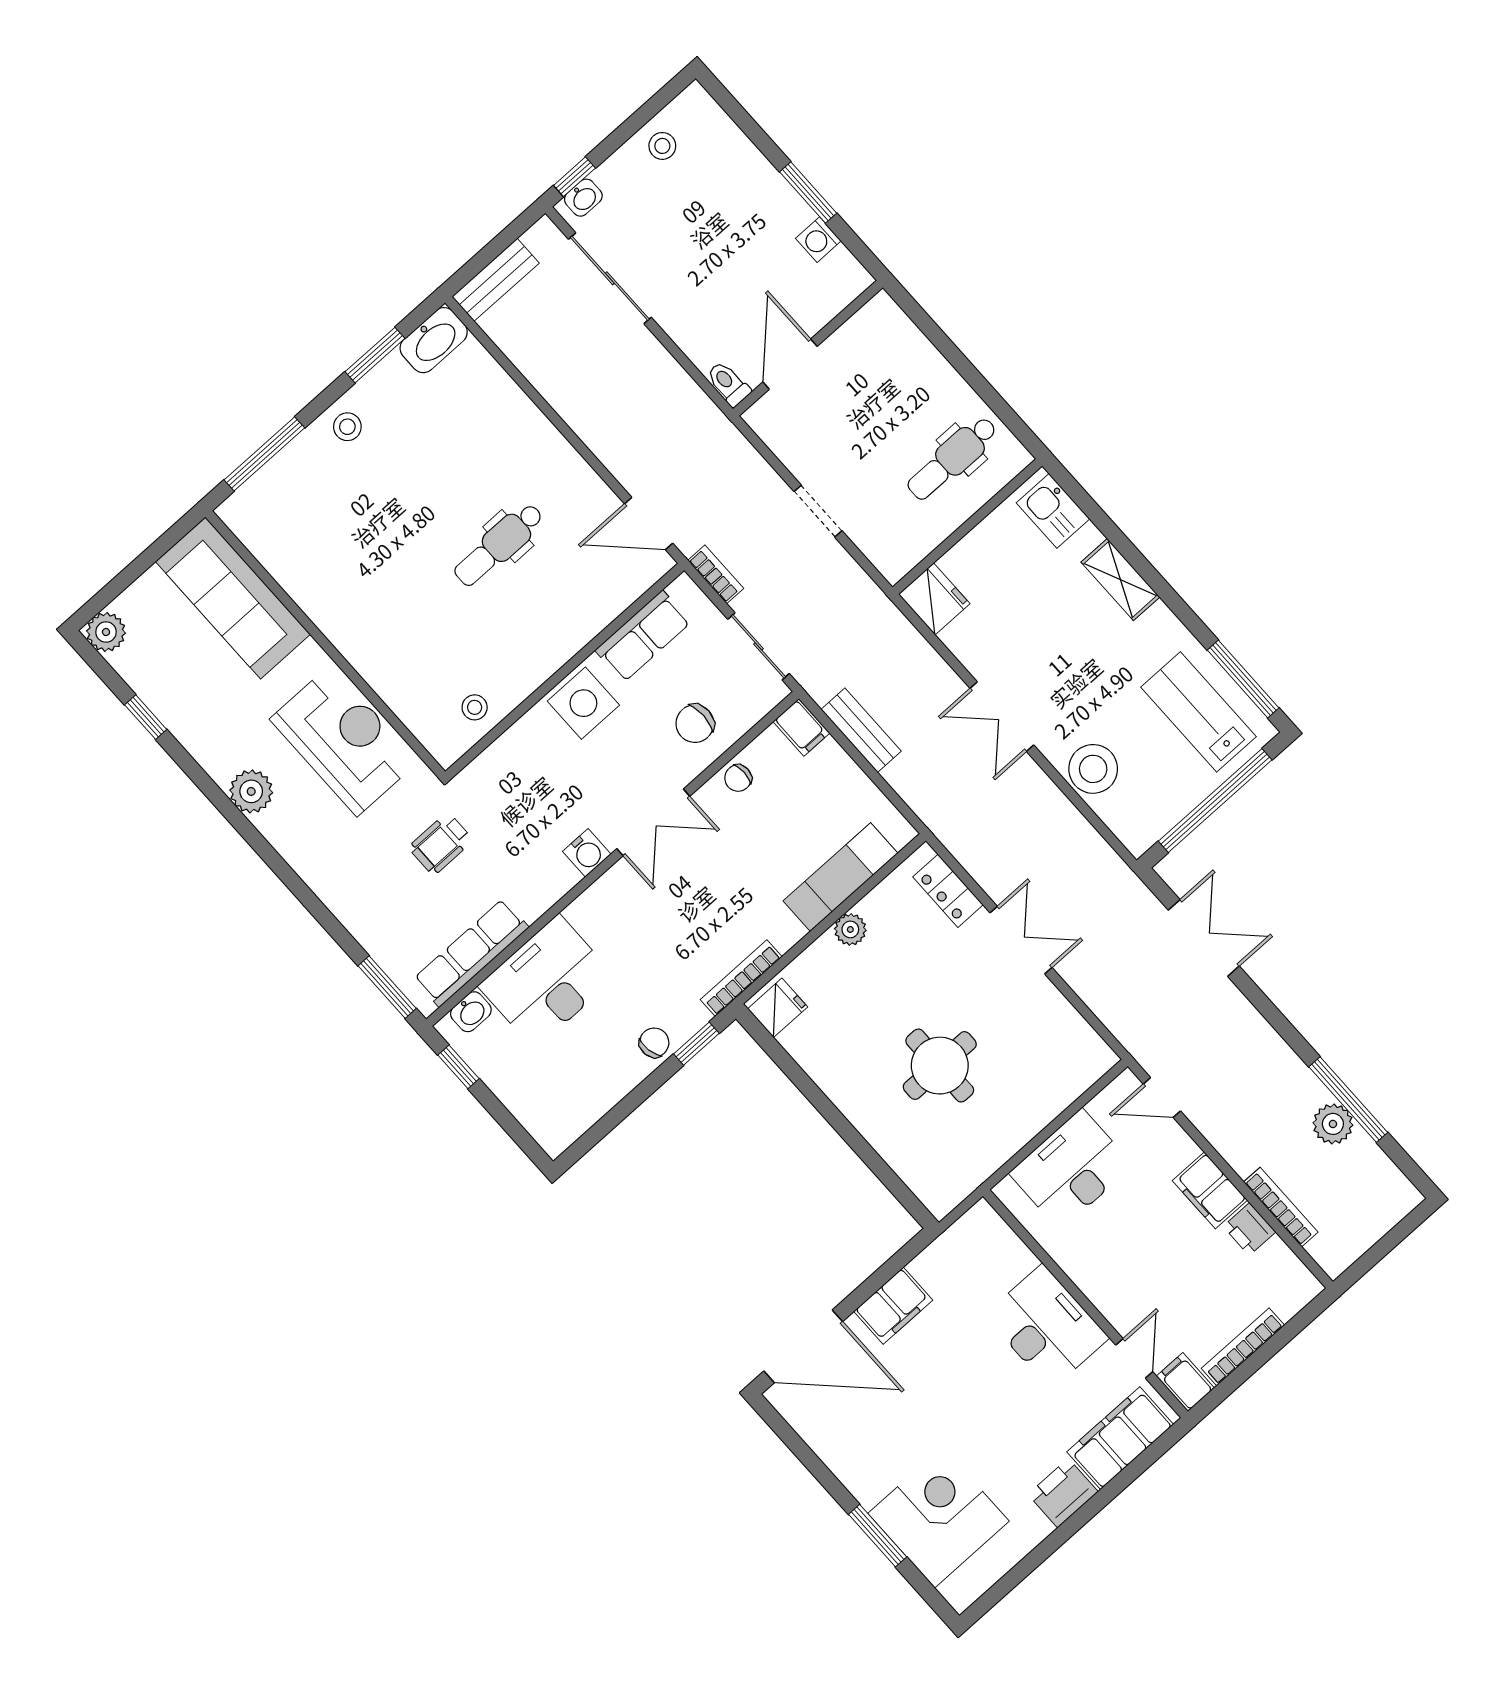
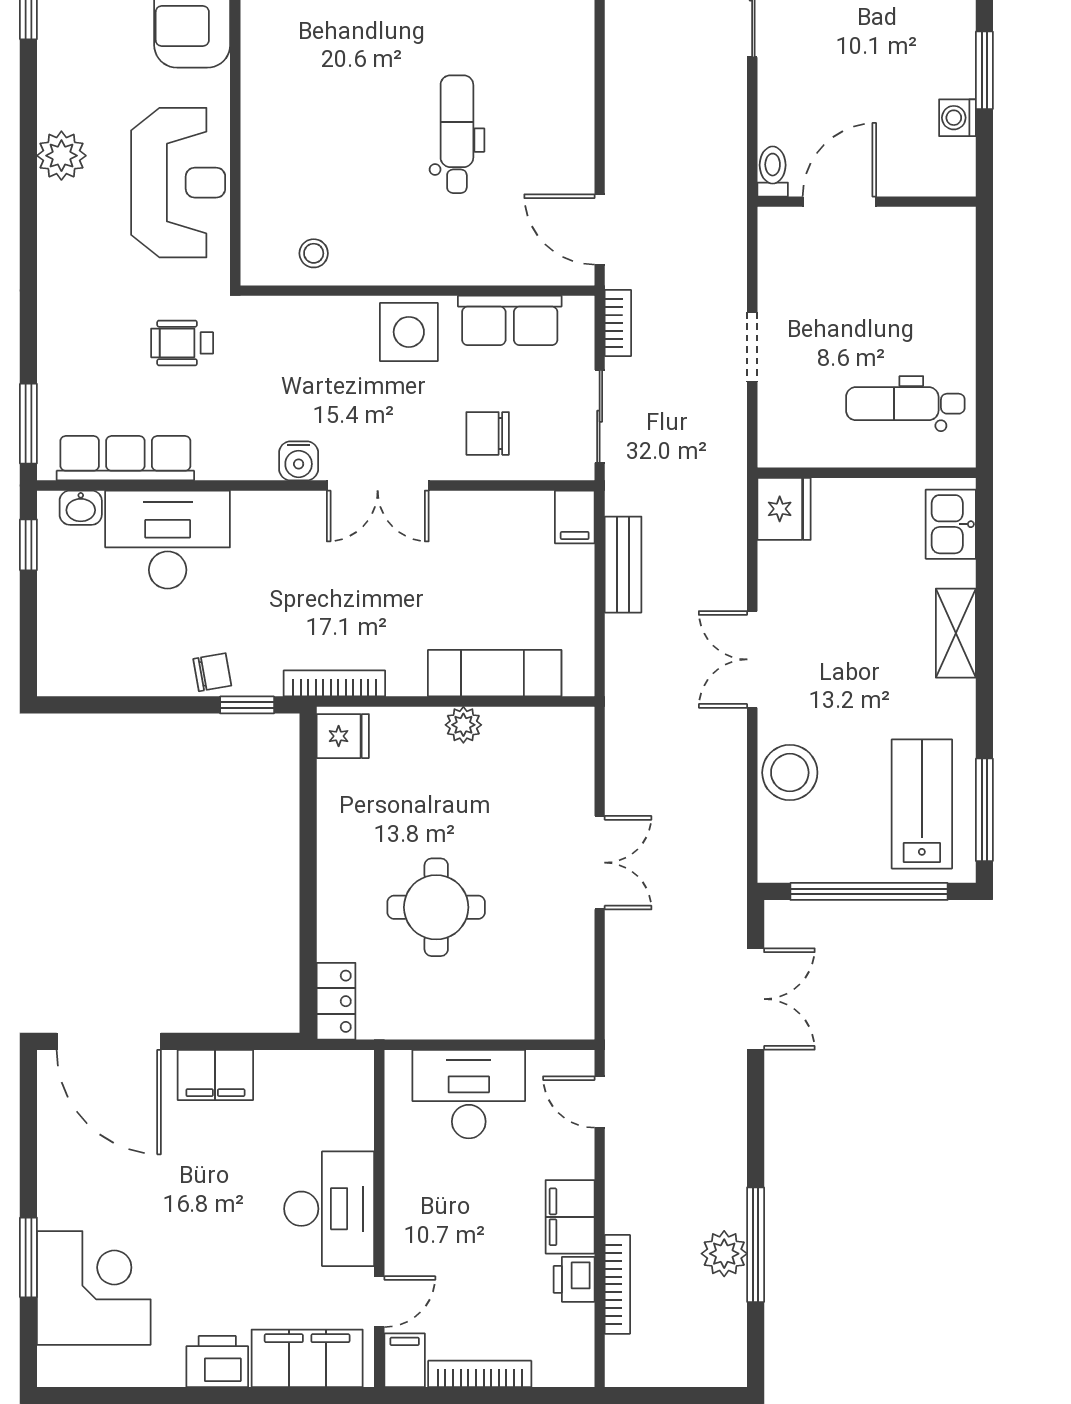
dental chair: (499, 545) -> (457, 134), turned 90
chair: (738, 778) -> (483, 512), removed
locker: (948, 891) -> (336, 1001), moved, turned 180

